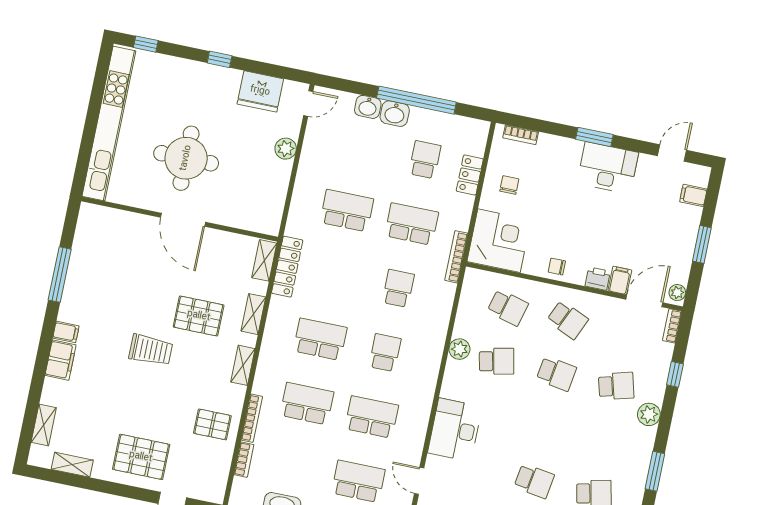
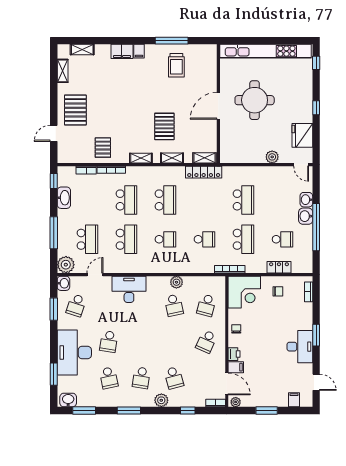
trolley: (151, 350) -> (176, 65), moved
school desk: (556, 374) -> (141, 378), moved

